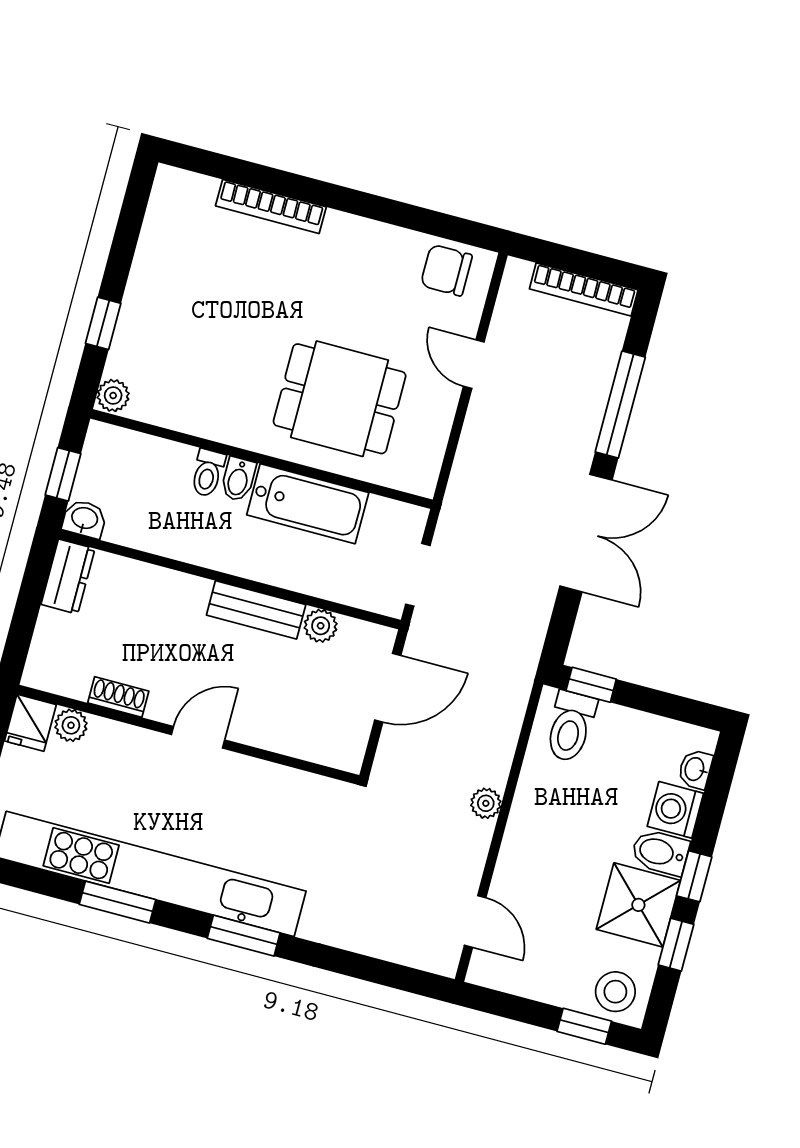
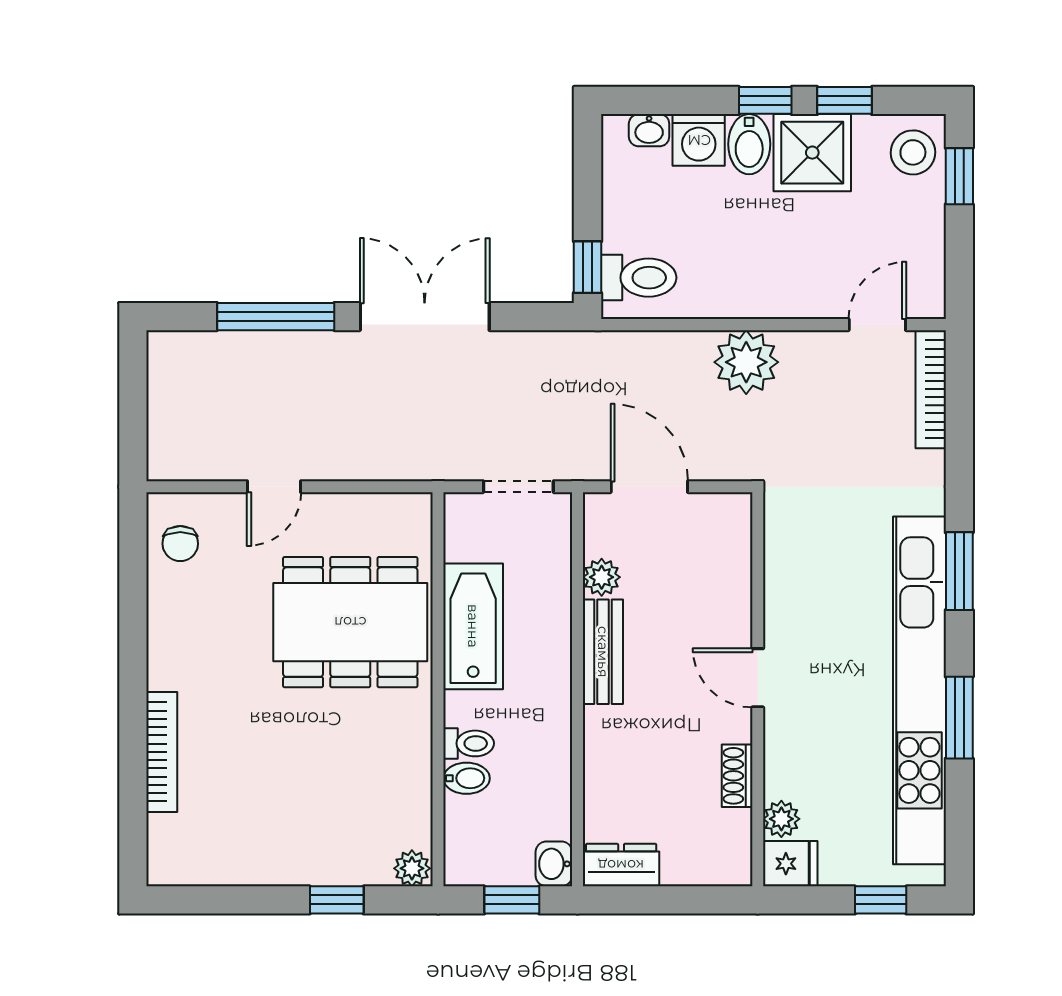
chair: (446, 270) -> (180, 544), width x0.73, depth x0.73
bookcase: (584, 289) -> (931, 389), moved, turned 180
dining table: (340, 399) -> (350, 622), width x1.38
bidet: (238, 479) -> (467, 778), moved
plant: (486, 803) -> (746, 362), width x1.88, depth x1.88

